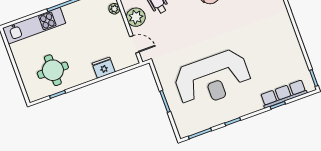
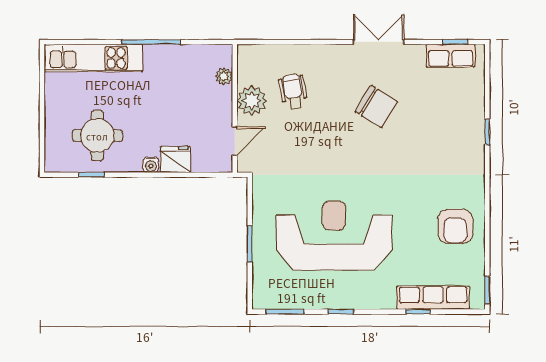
door: (134, 44) -> (235, 141), hinge flipped
armchair: (281, 47) -> (455, 226), added
water cooler: (90, 76) -> (151, 165), added
reception desk: (212, 79) -> (334, 236), turned 180

